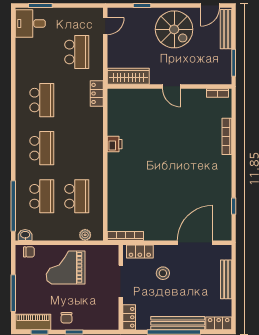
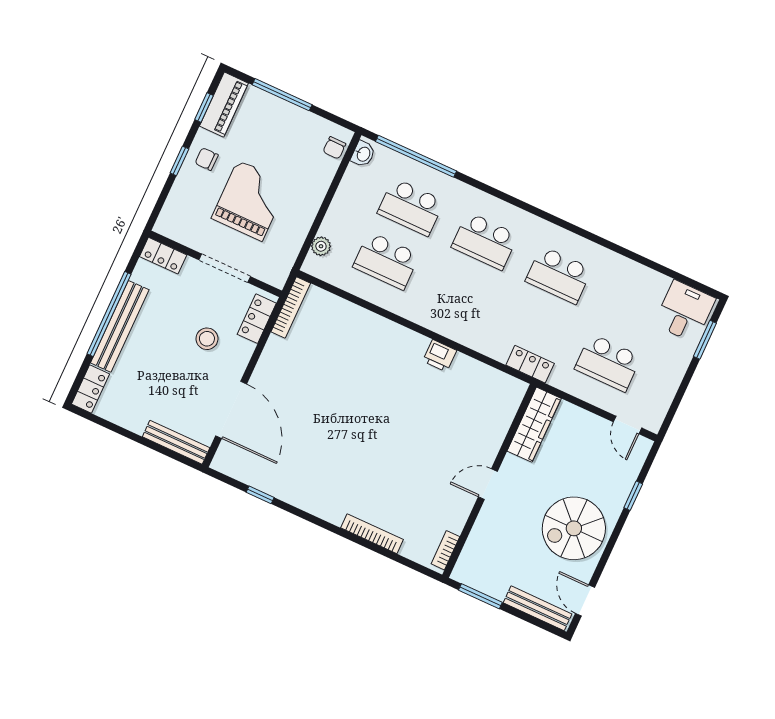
grand piano: (66, 267) -> (250, 201), moved
bench: (226, 279) -> (176, 442), moved

